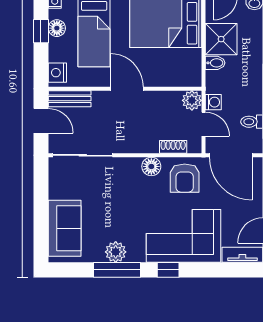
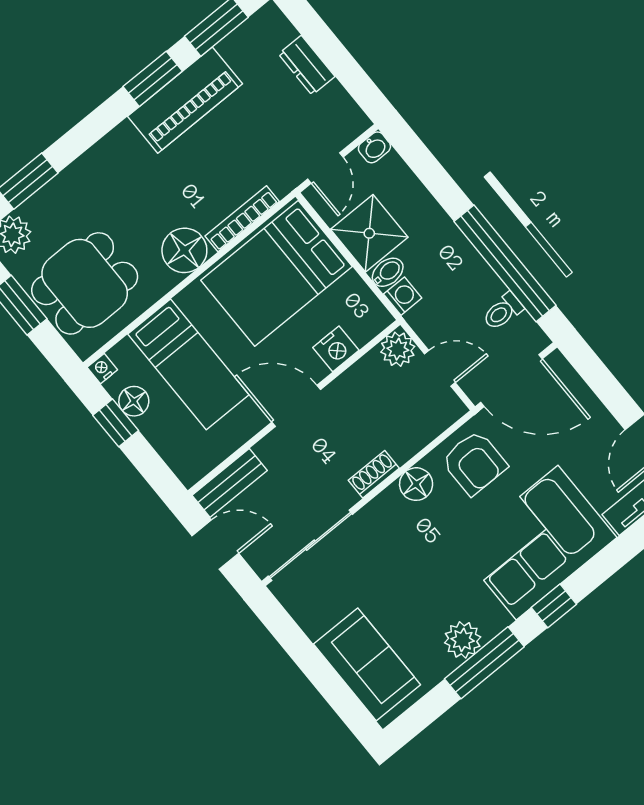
nightstand: (57, 73) -> (336, 349), moved, turned -90
washing machine: (213, 102) -> (403, 296), moved
shoe rack: (173, 147) -> (374, 474), moved

